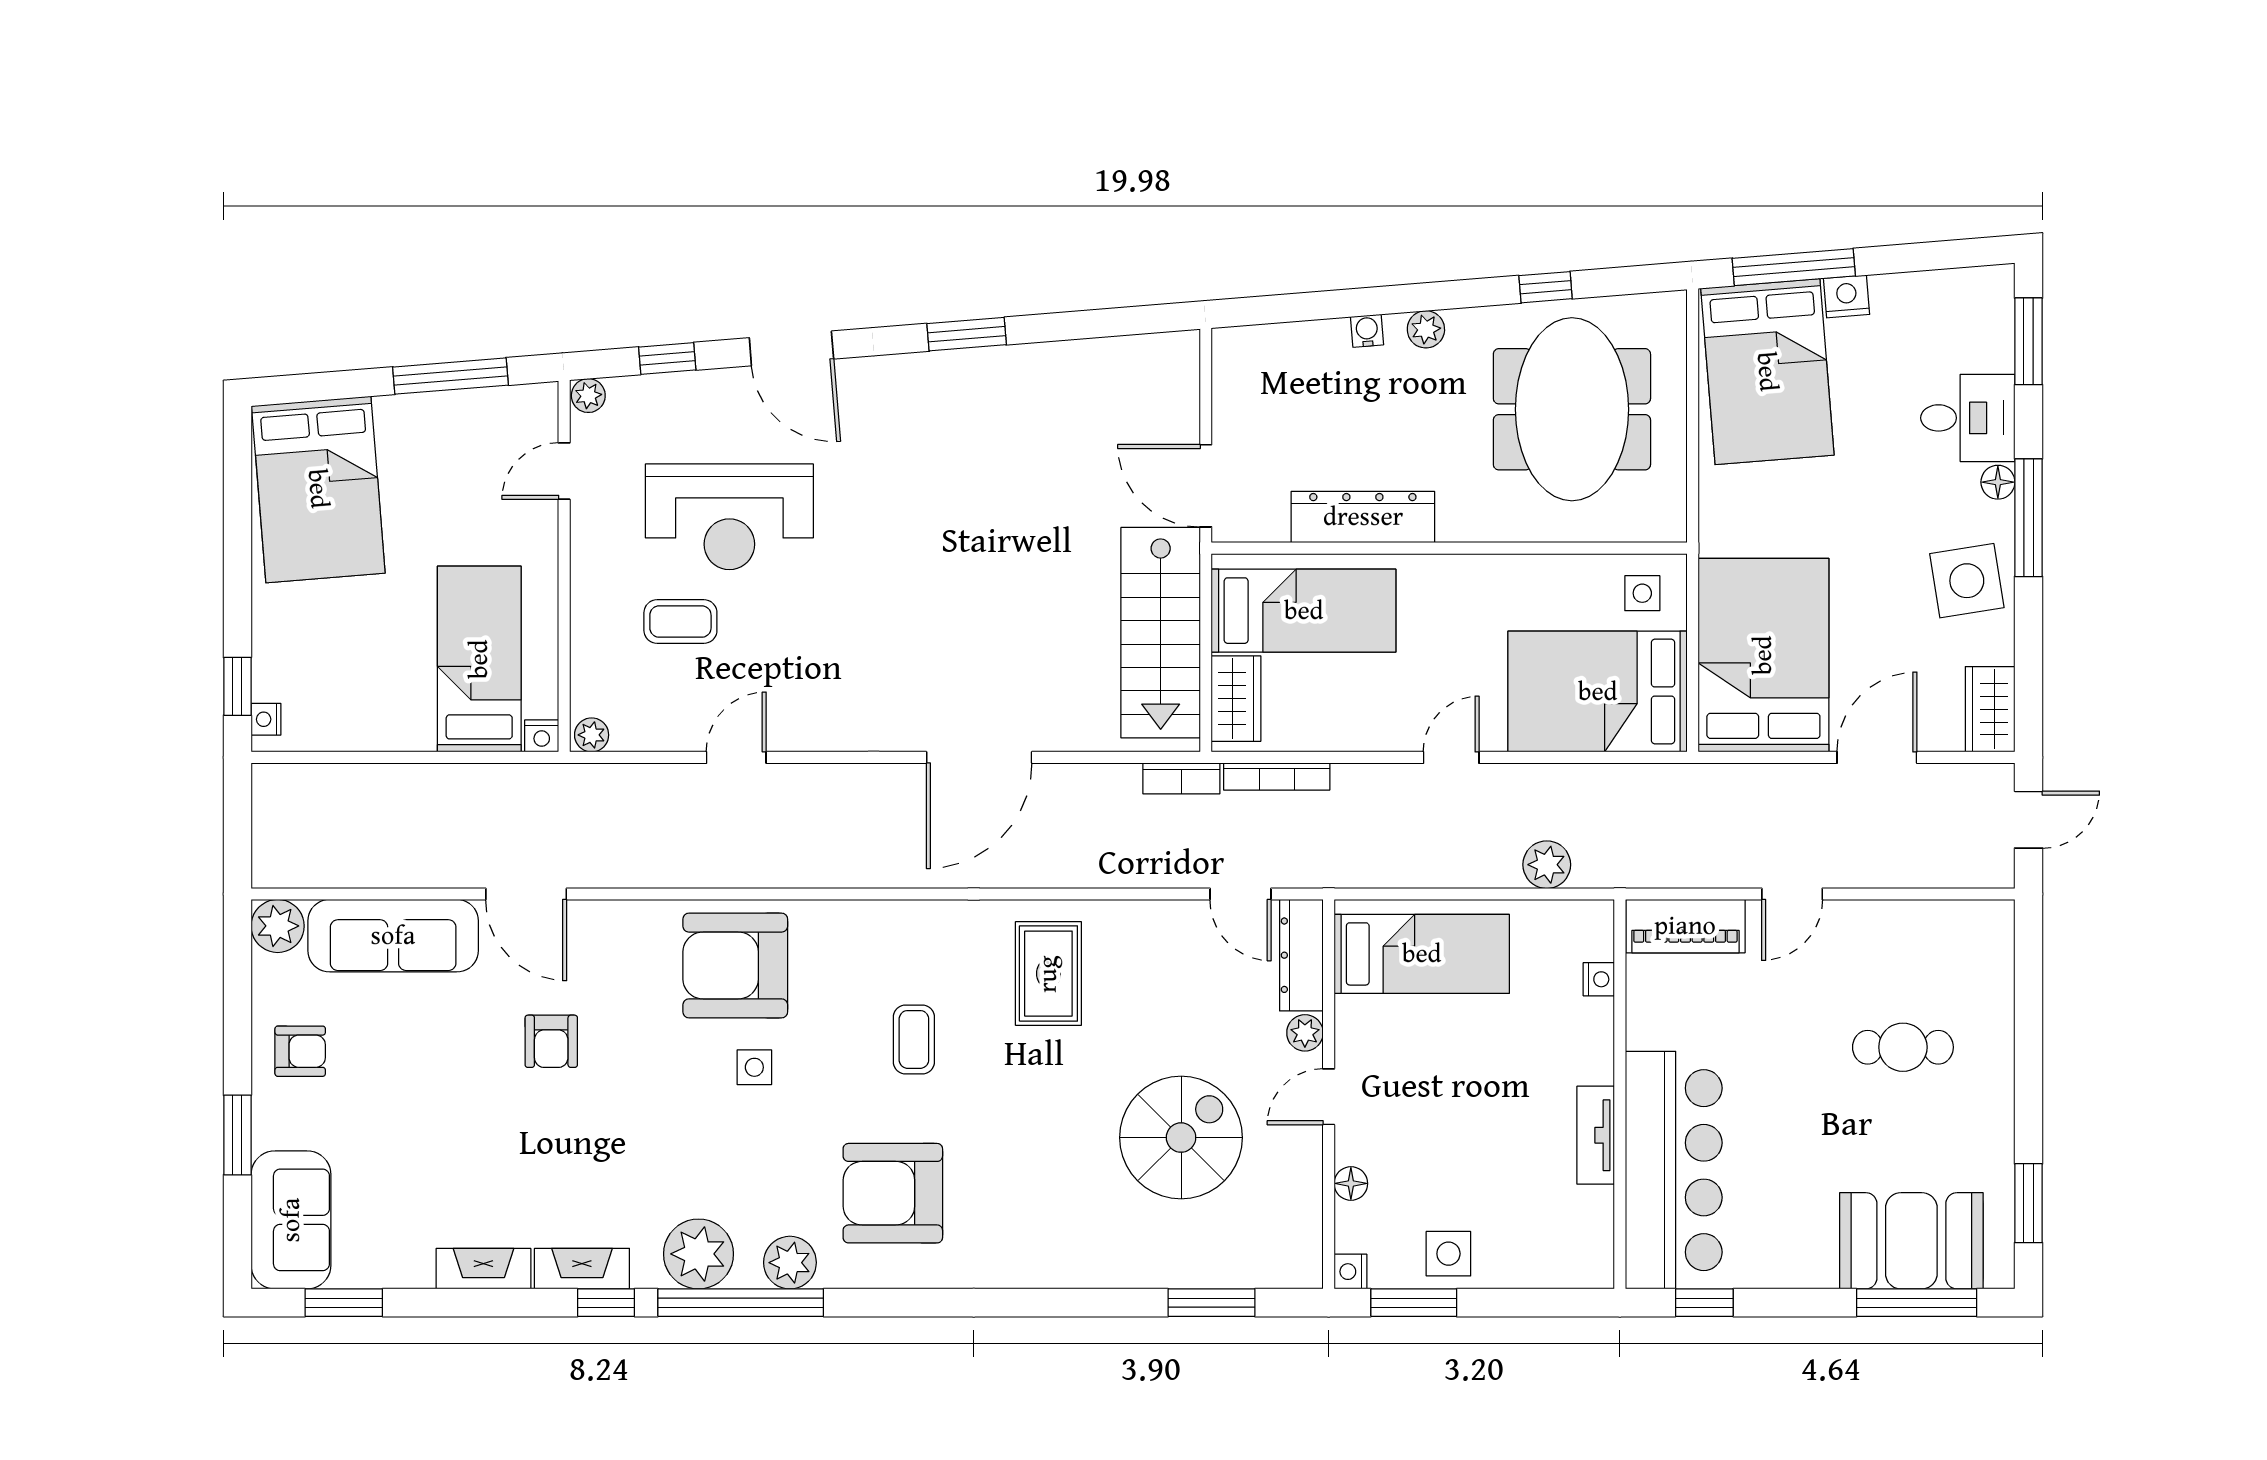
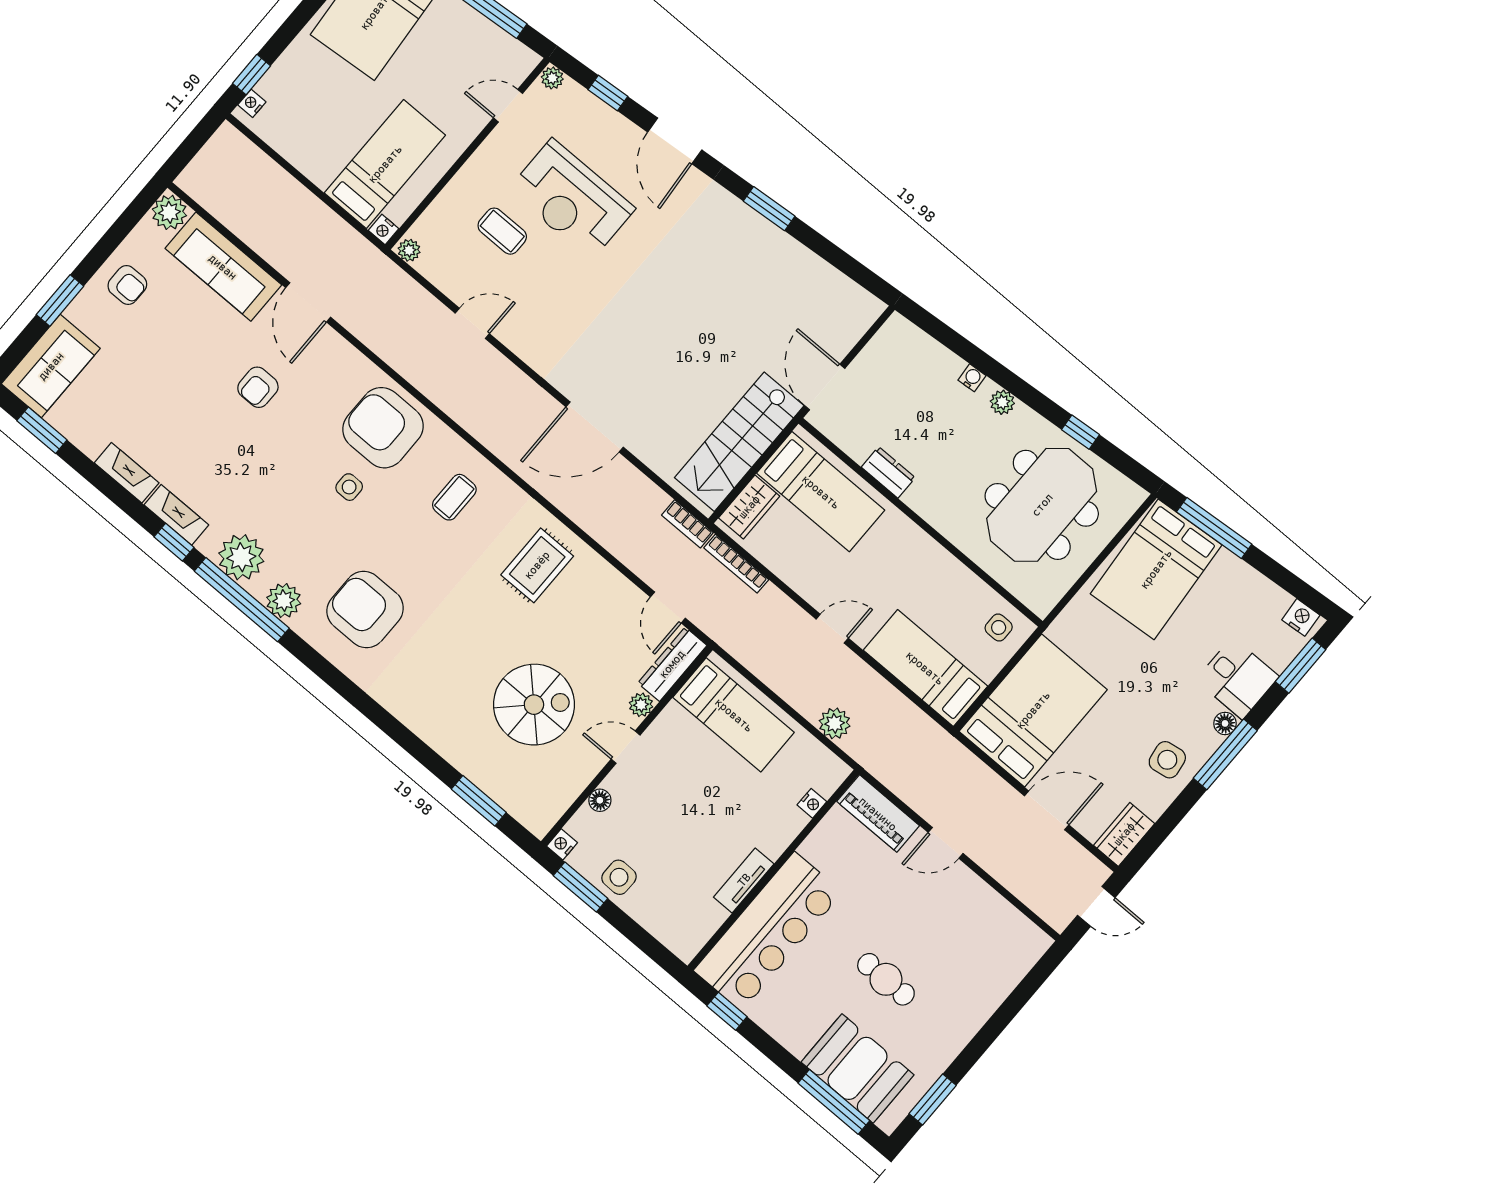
nightstand: (1847, 296) -> (1301, 617), moved
dresser: (1363, 517) -> (888, 472), width x0.51, depth x0.80
side table: (1967, 581) -> (1167, 760), width x0.73, depth x0.73
bed: (1598, 692) -> (925, 668), width x0.67
coffee table: (914, 1039) -> (454, 497), moved
cafe table: (1903, 1047) -> (886, 979), moved

